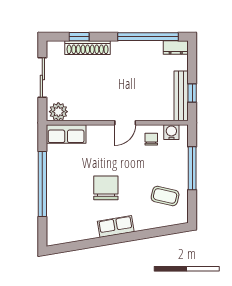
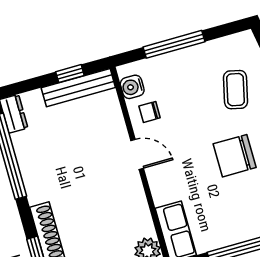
coffee table: (165, 196) -> (235, 90), moved

